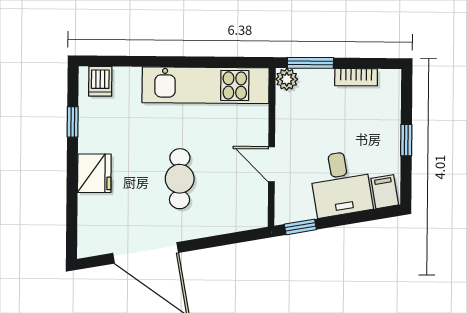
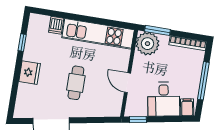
bookcase: (356, 77) -> (188, 43), width x1.56
plant: (287, 79) -> (148, 44), width x1.88, depth x1.88
dishwasher: (100, 81) -> (56, 25), moved
window: (406, 140) -> (203, 81), width x2.17

